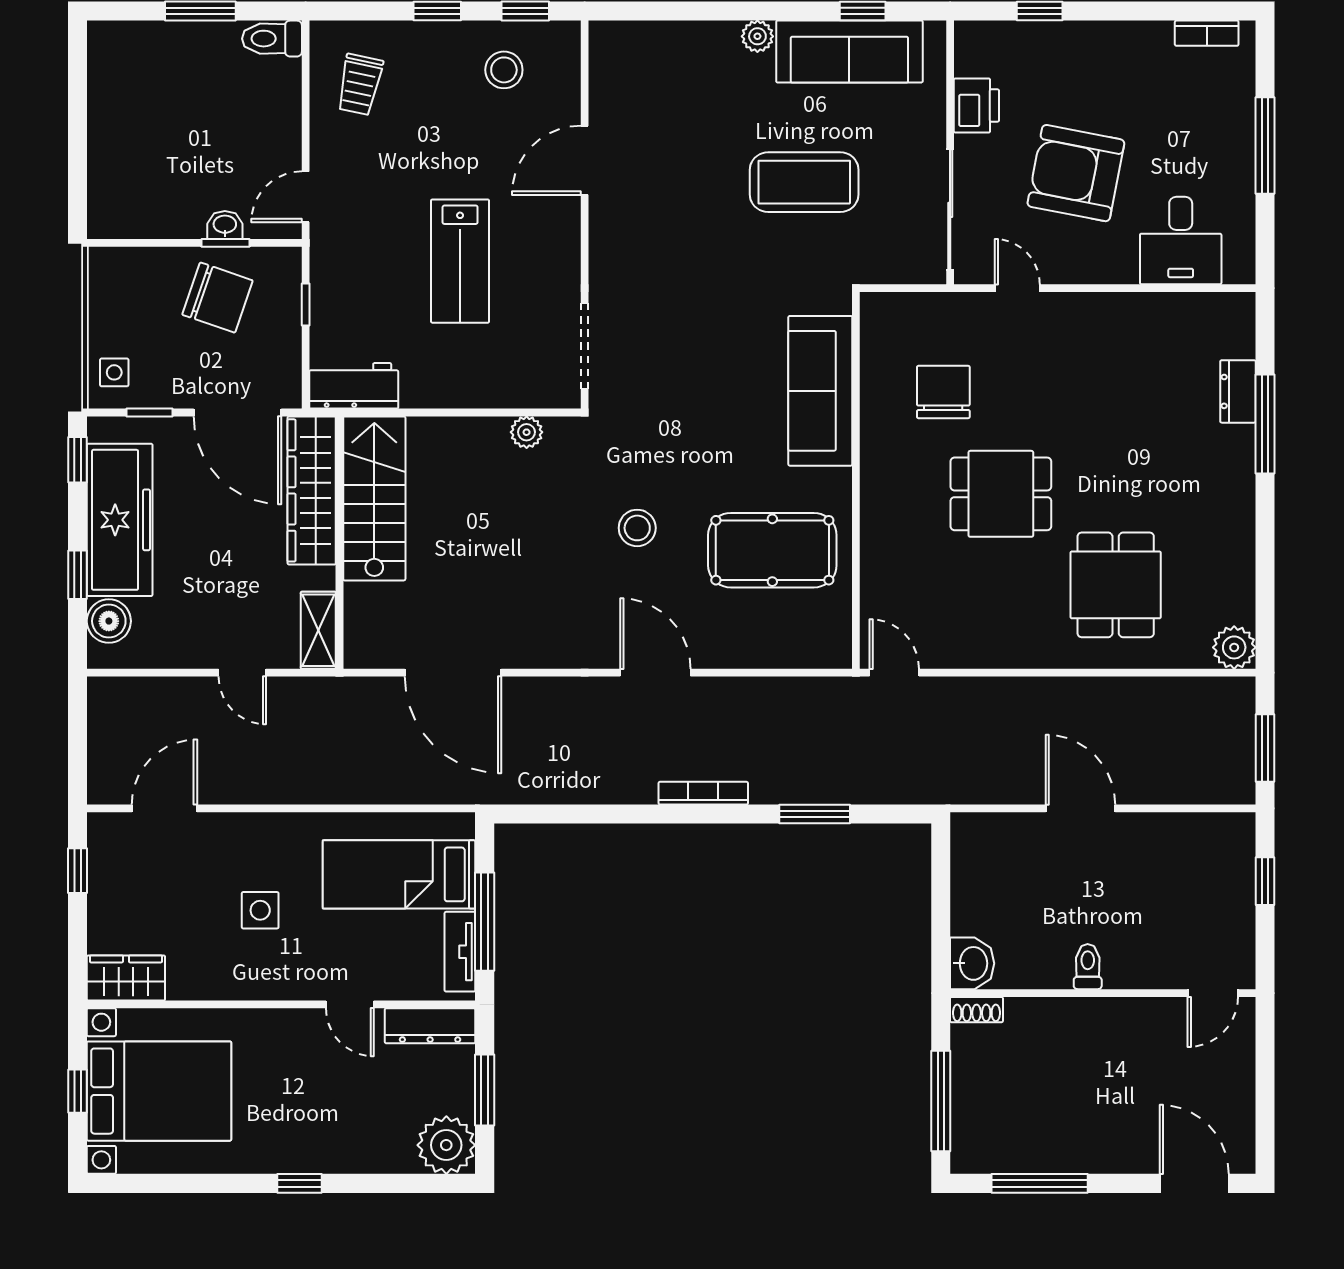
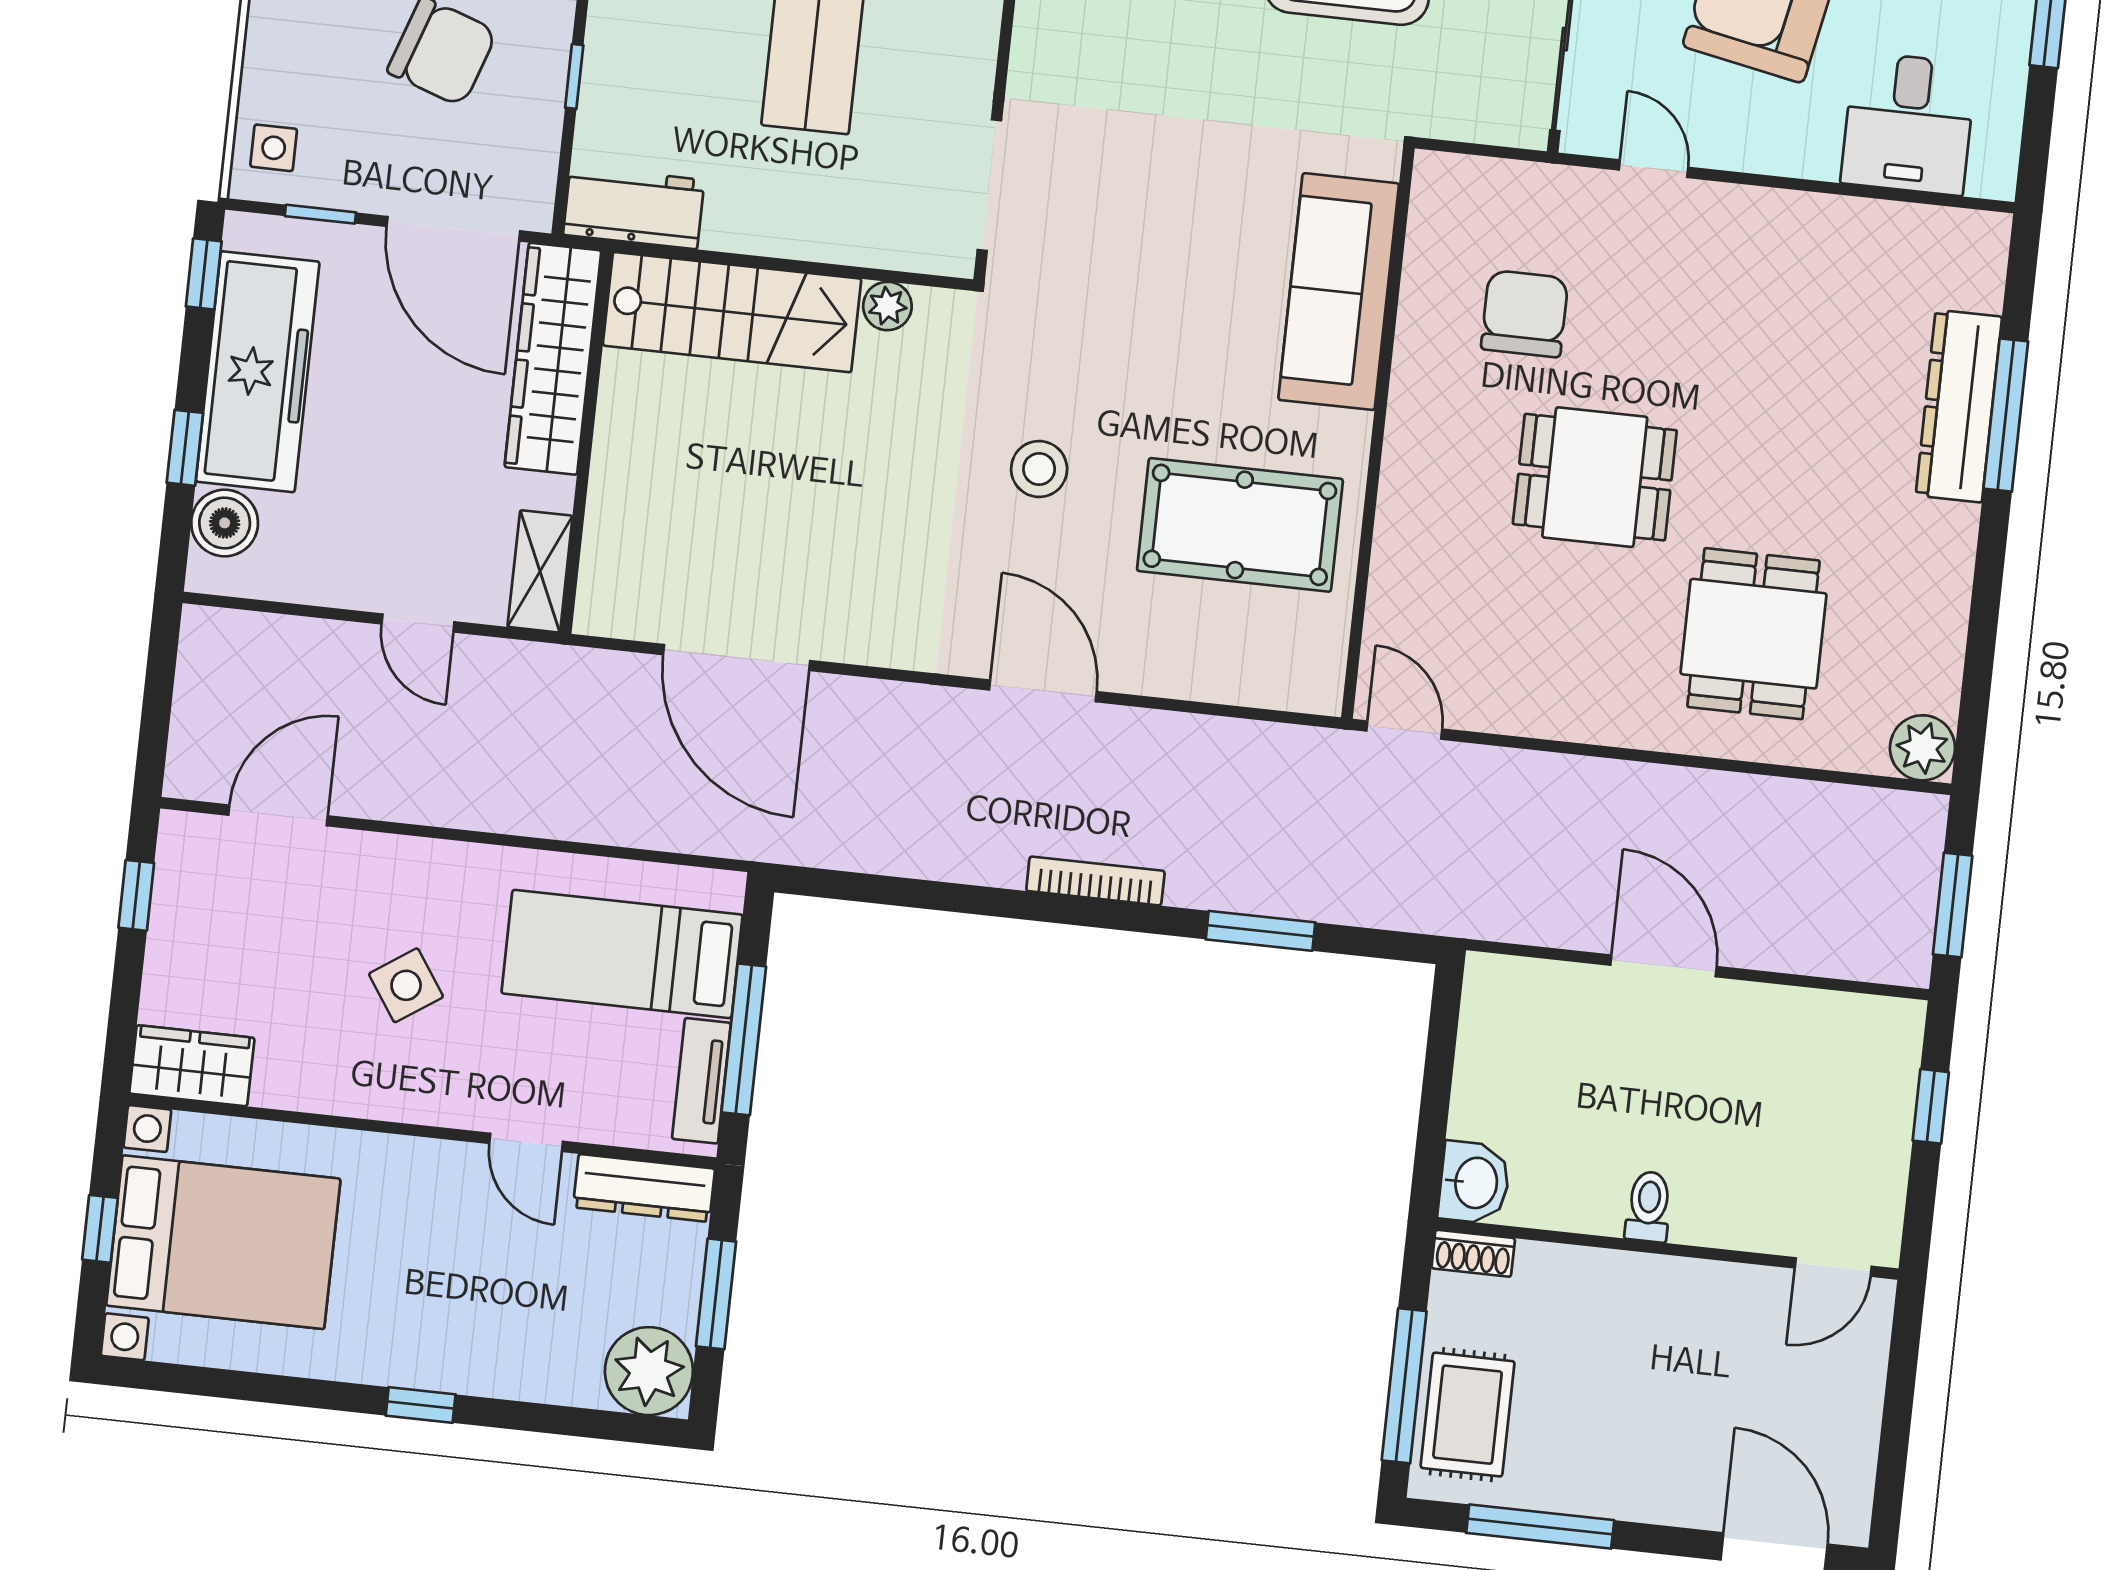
dresser: (1238, 391) -> (1959, 406), width x1.96, depth x1.24
stairs: (374, 498) -> (732, 312), moved, turned 90
side table: (260, 910) -> (406, 985), turned -34
rug: (984, 1115) -> (1468, 1415), added

